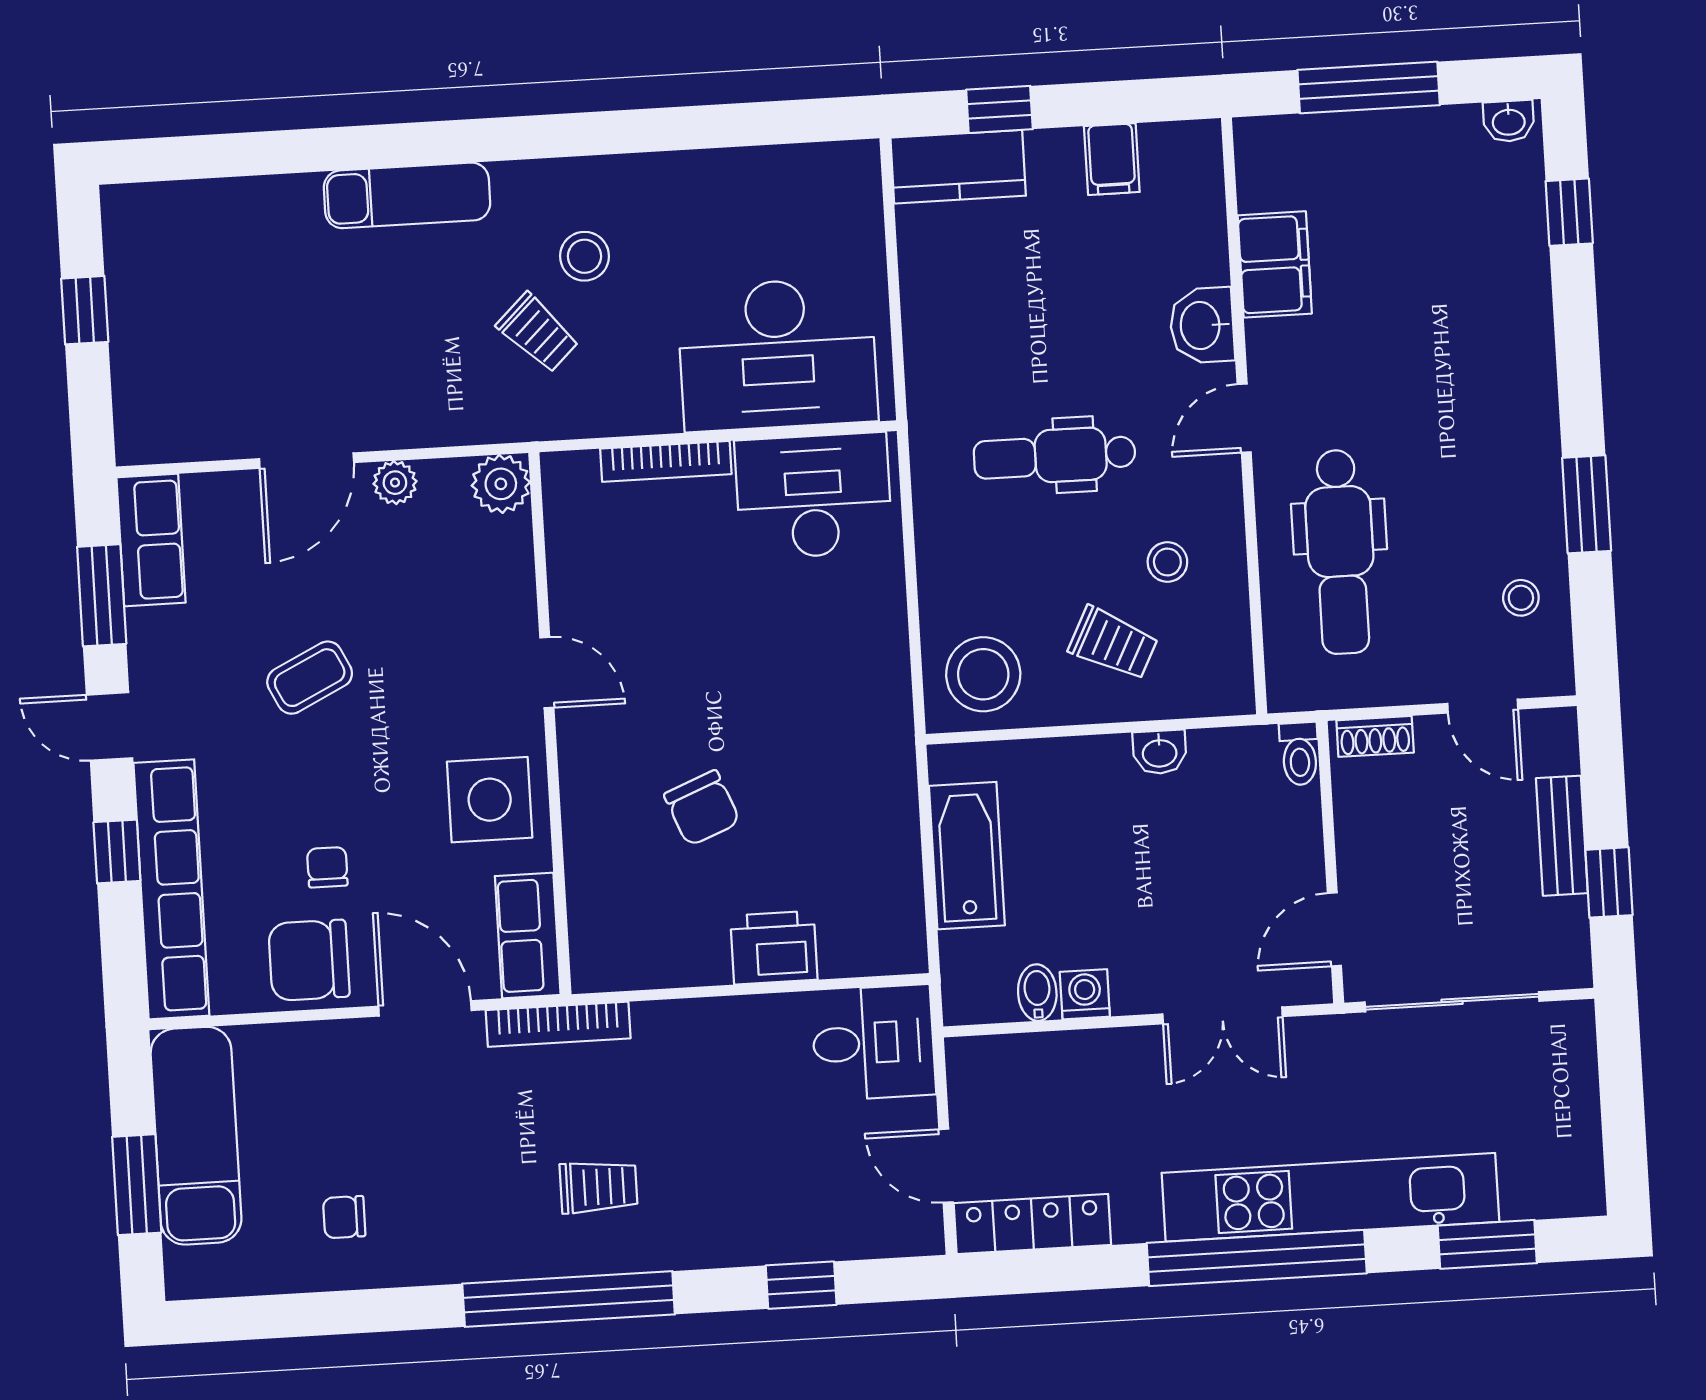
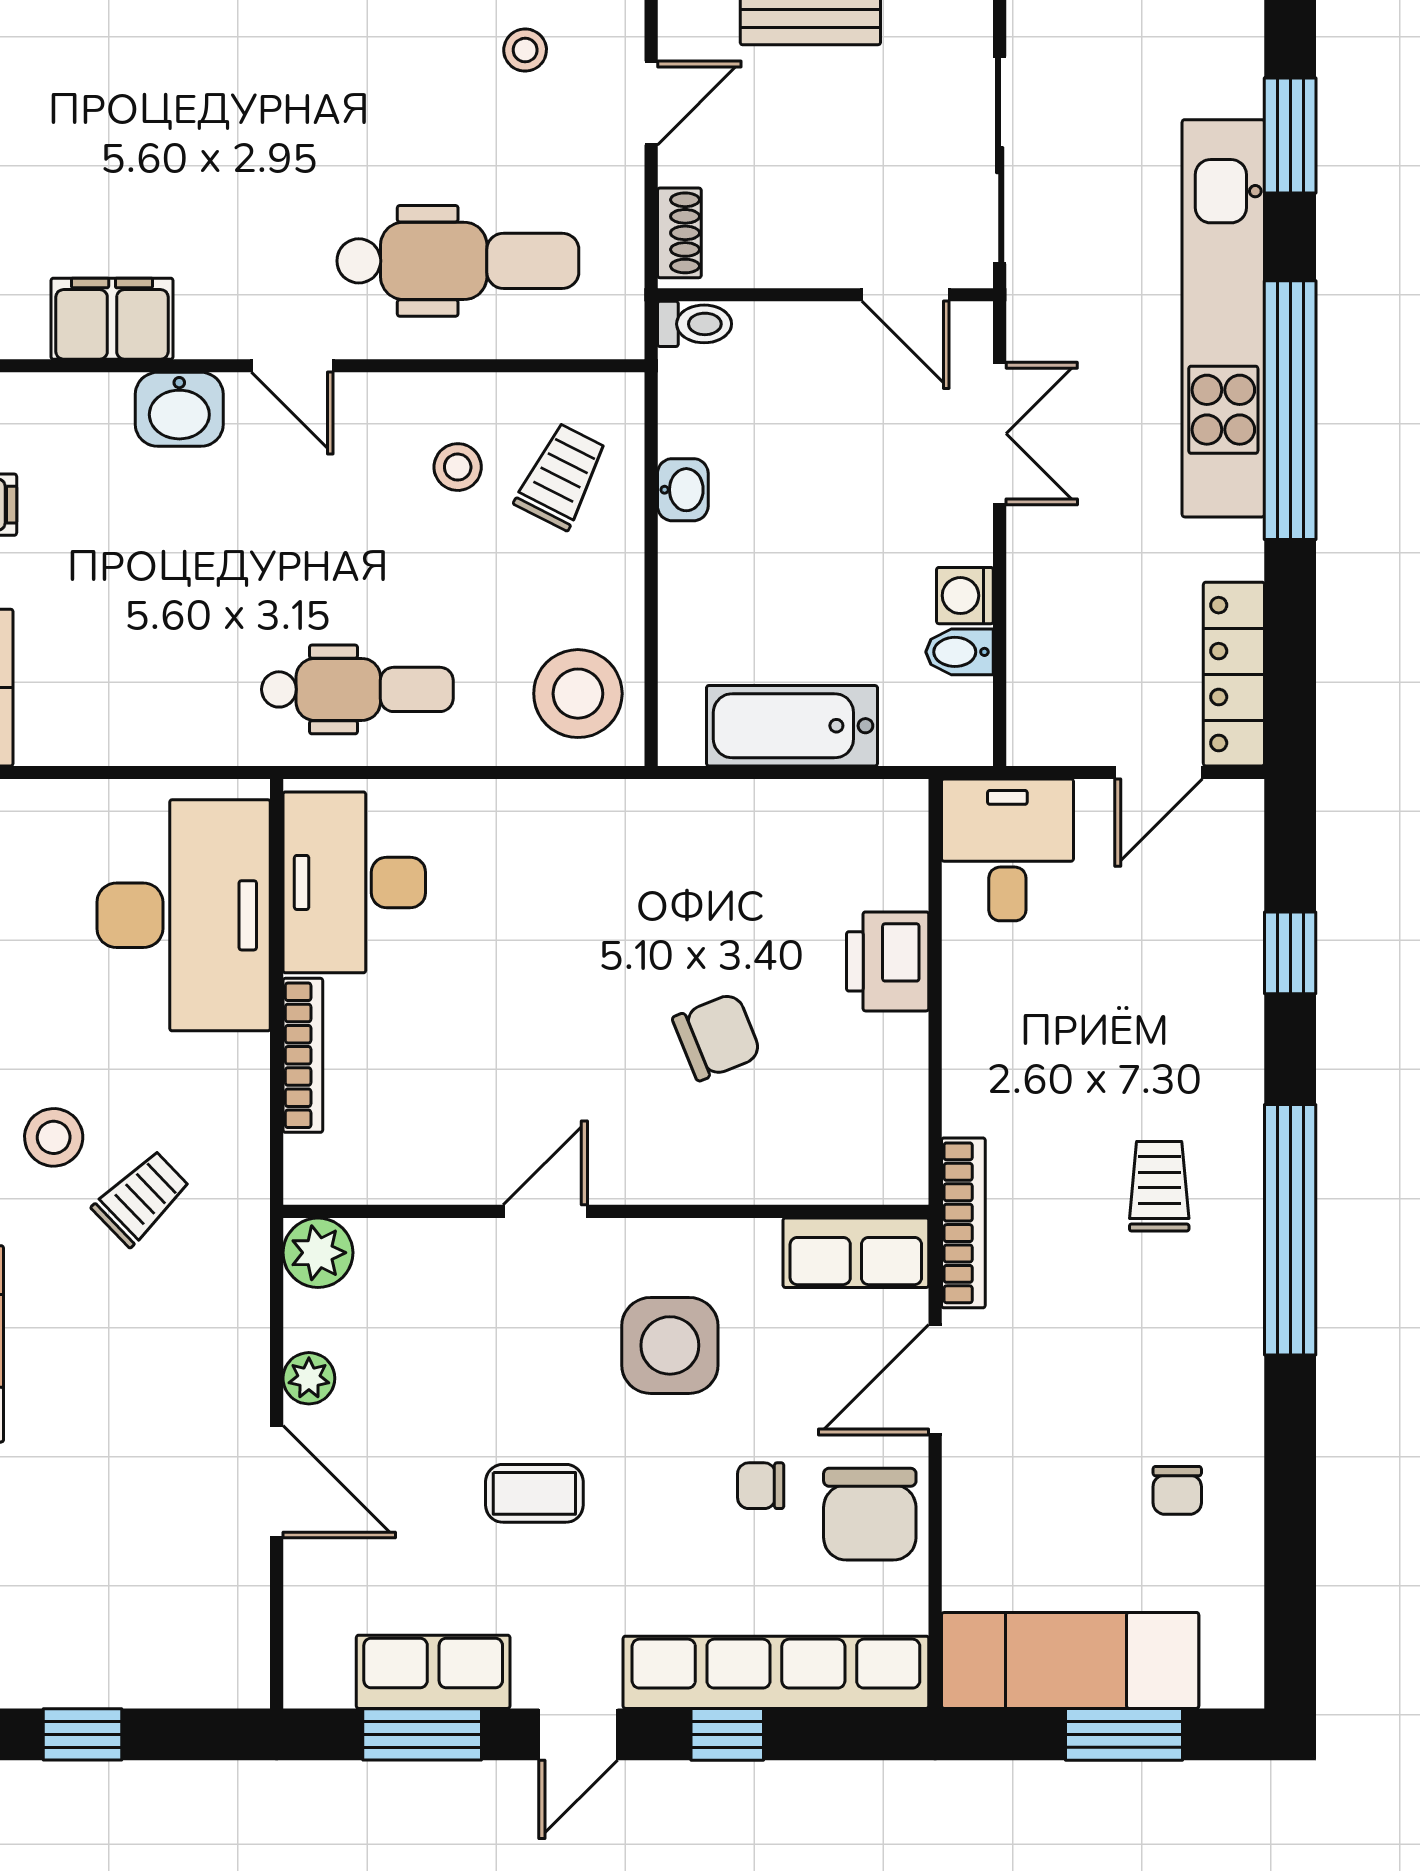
dental chair: (1055, 456) -> (357, 689), moved, turned -90
row of seats: (151, 540) -> (433, 1672), moved
trolley: (1113, 643) -> (561, 476), moved
coffee table: (310, 678) -> (534, 1493), turned -64
side table: (490, 800) -> (670, 1345), moved

